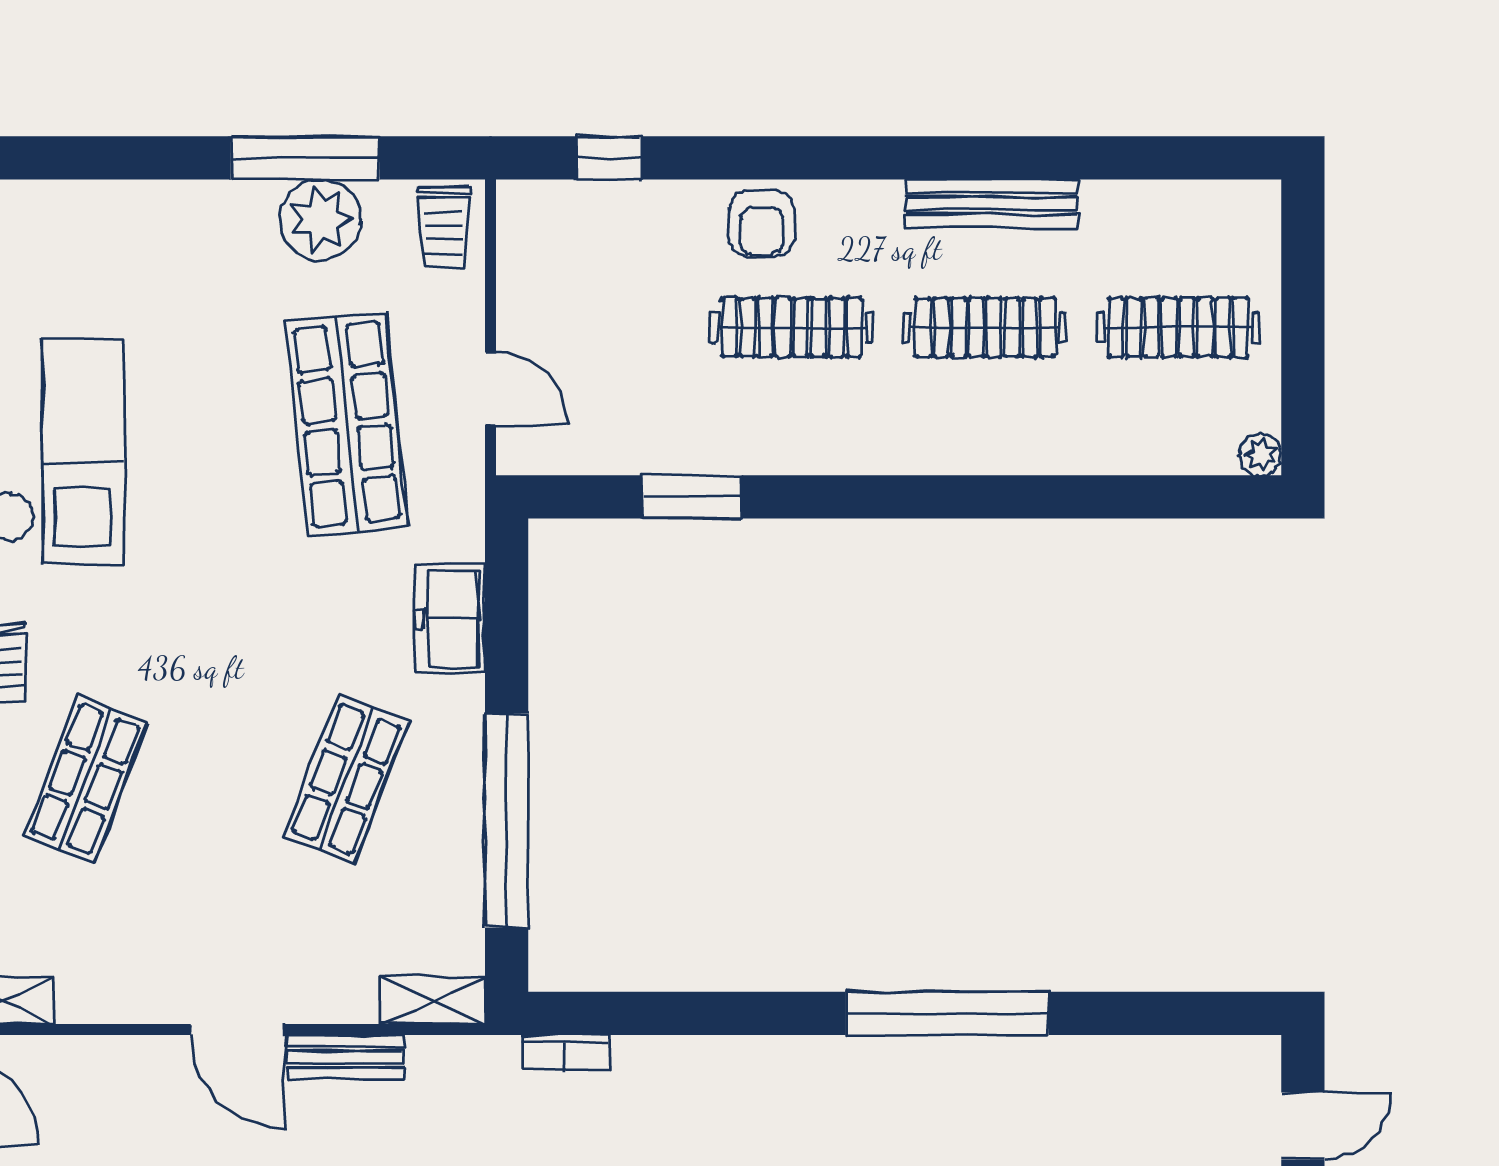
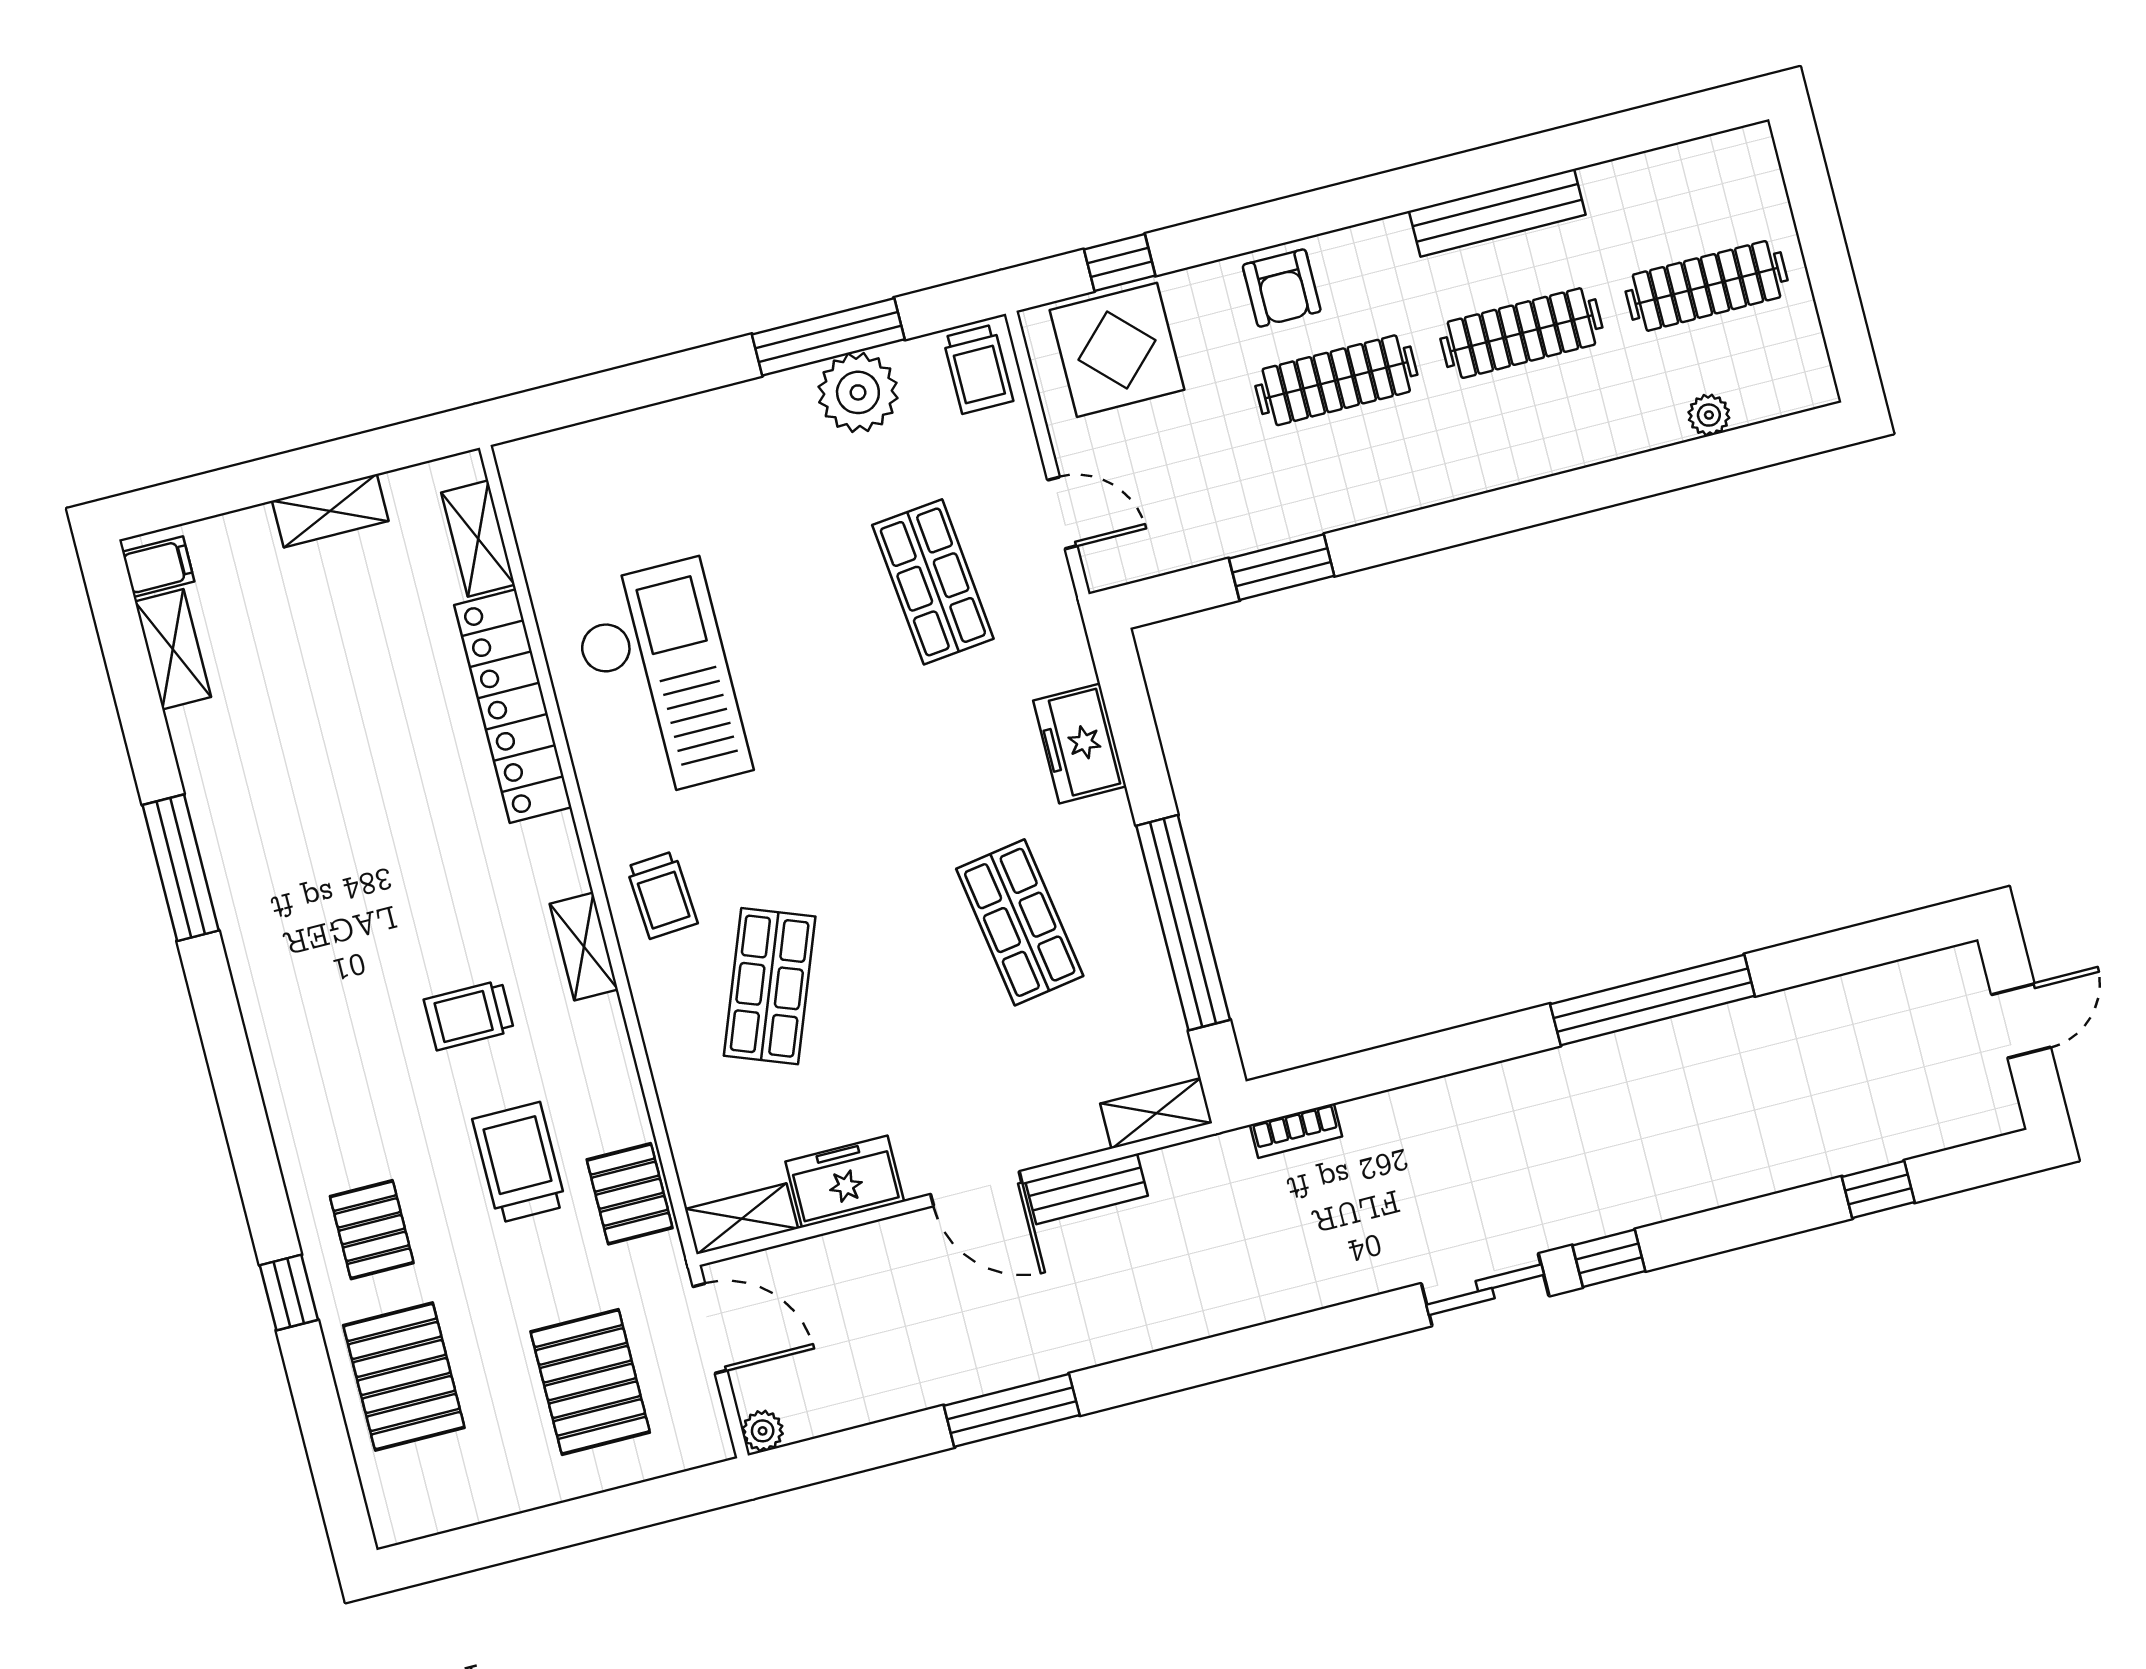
display table: (585, 243) -> (1117, 350), added
shop shelf: (346, 424) -> (933, 582), width x0.70, depth x0.74
plant: (1261, 454) -> (1709, 415), moved
shop shelf: (346, 779) -> (1020, 922), turned -30
freezer: (110, 990) -> (845, 1182), added

